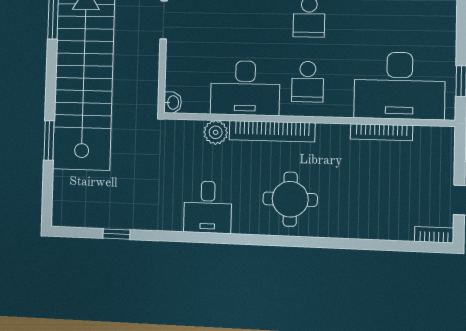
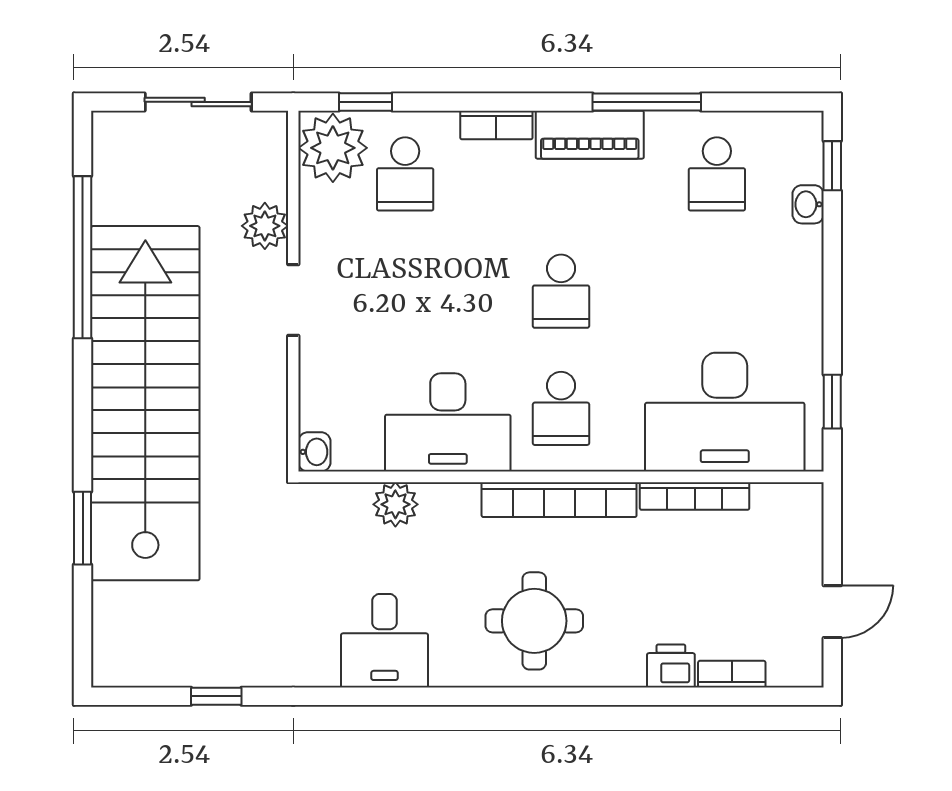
bookcase: (272, 131) -> (559, 500), moved
printer: (366, 227) -> (671, 666), added
bookcase: (434, 235) -> (732, 674), moved

